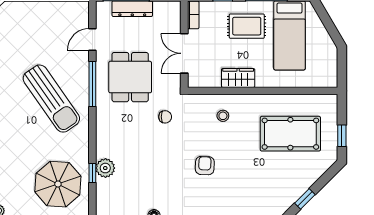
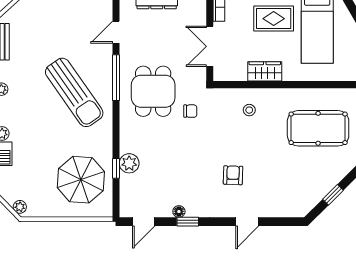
dining table: (130, 77) -> (153, 91), moved
armchair: (205, 166) -> (233, 175), moved

